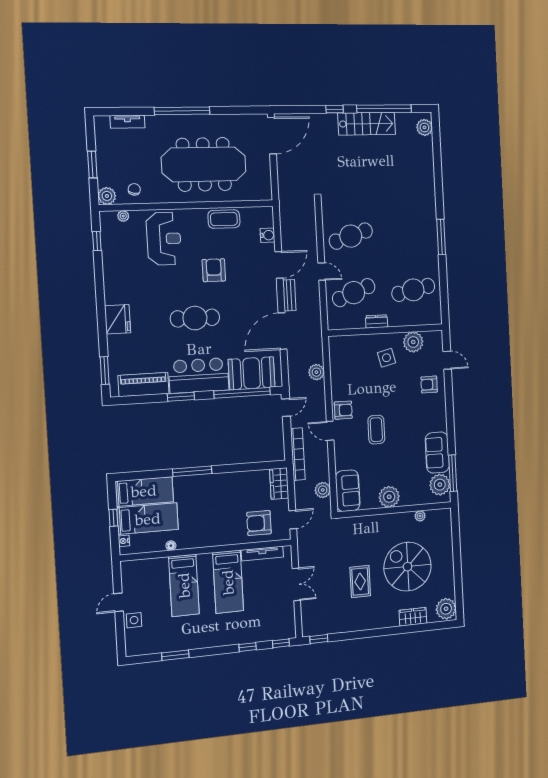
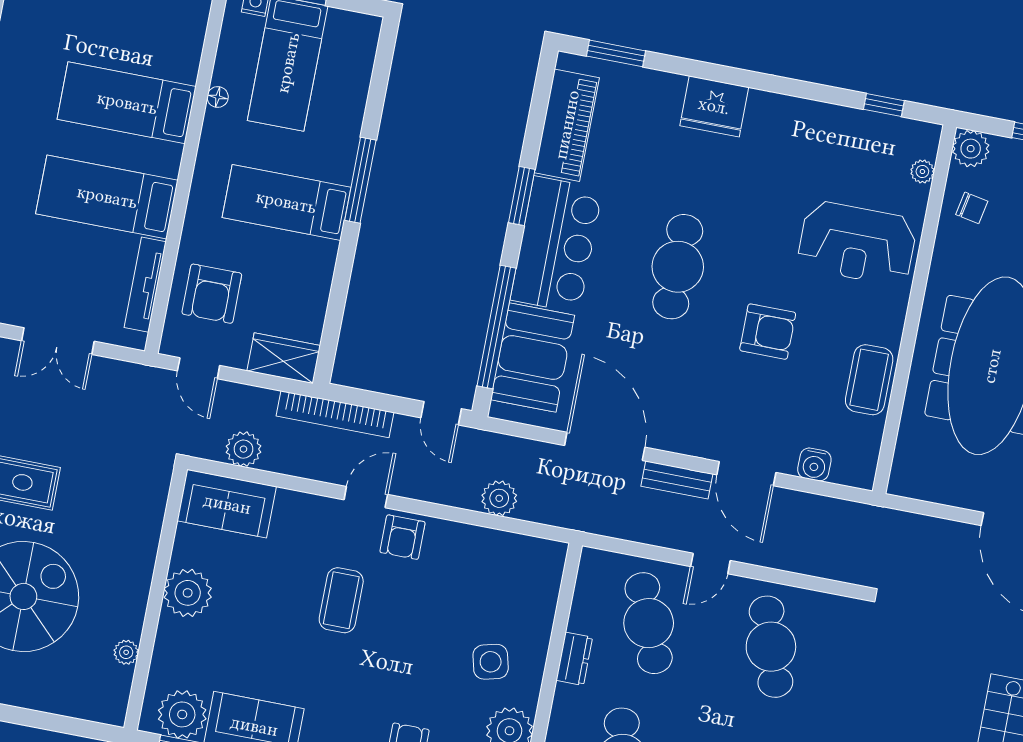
coffee table: (376, 430) -> (341, 600), turned 90
bed: (144, 491) -> (286, 202), moved, turned 90
armchair: (259, 523) -> (212, 294), turned 180

